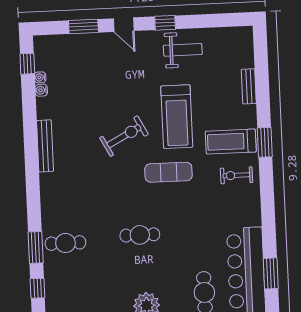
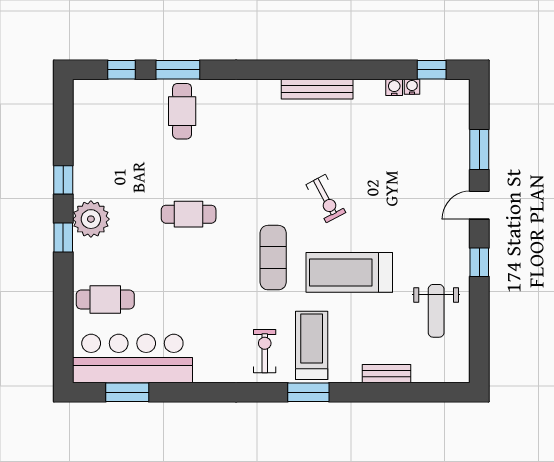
weight bench: (183, 50) -> (436, 311), moved
exercise bike: (124, 136) -> (326, 199), width x0.73, depth x0.72
cafe table: (140, 235) -> (189, 214), turned 90

